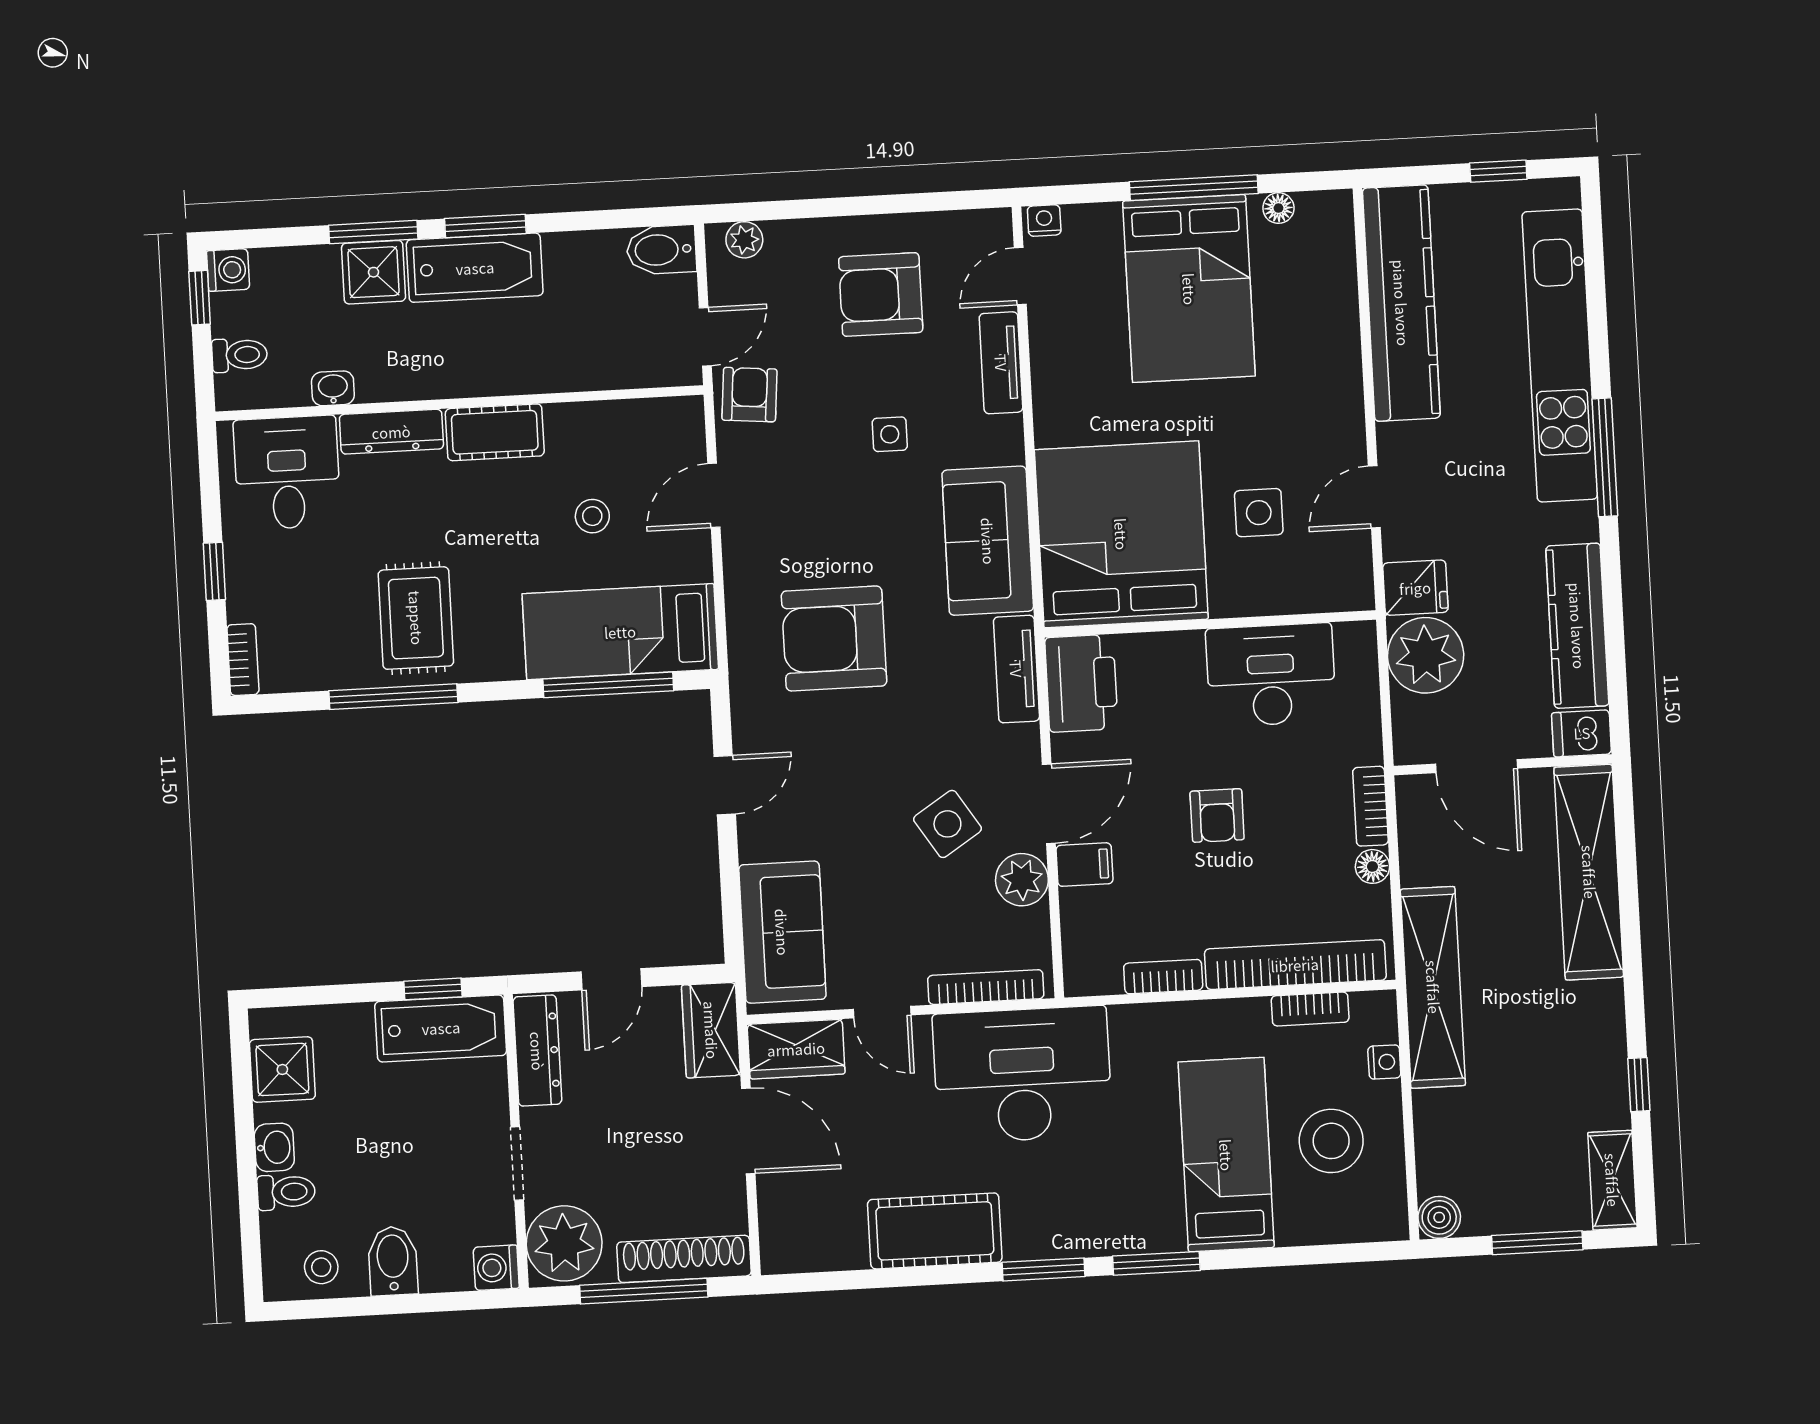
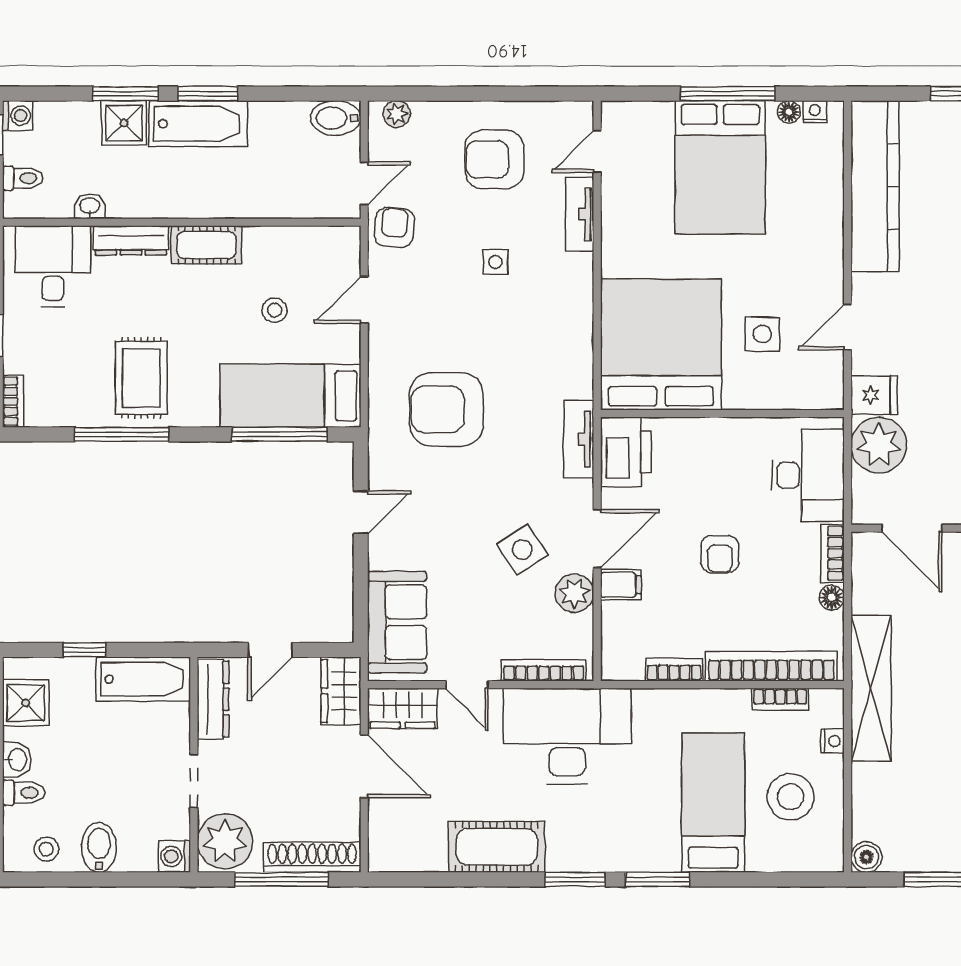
nightstand: (1044, 220) -> (815, 112), moved
sofa: (988, 541) -> (563, 344), removed
desk: (1271, 675) -> (808, 475), moved, turned 90
window: (433, 989) -> (84, 650), moved

